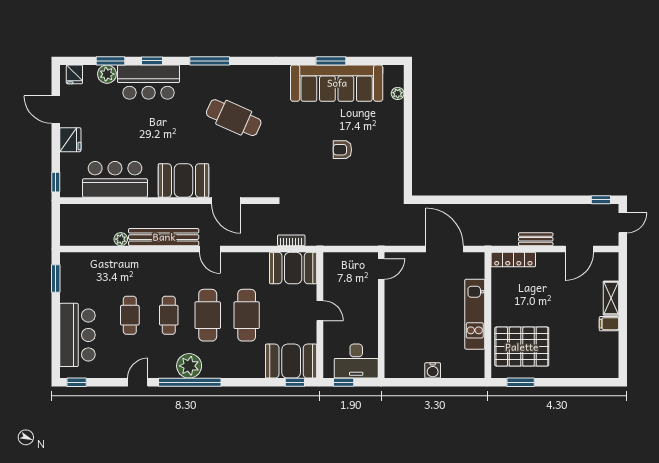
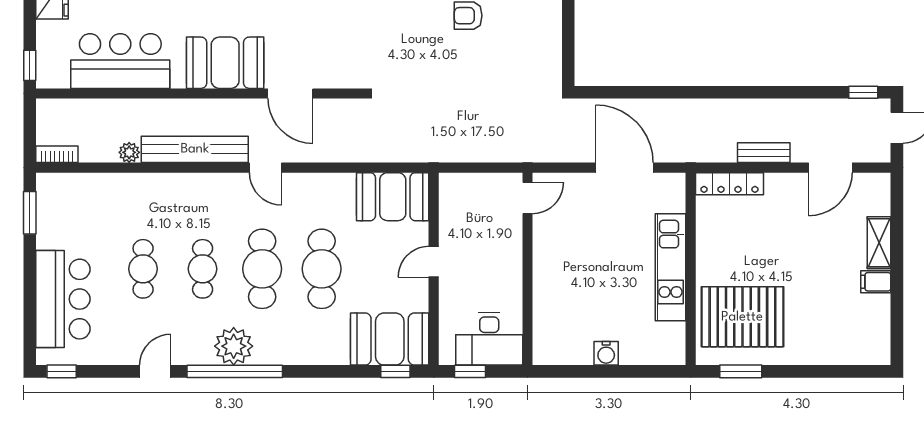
bookcase: (291, 240) -> (57, 154), moved
door: (320, 311) -> (434, 262), swing flipped

